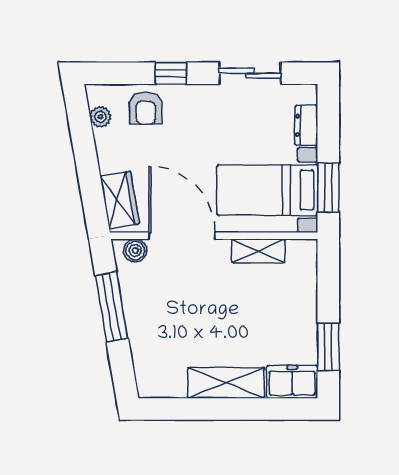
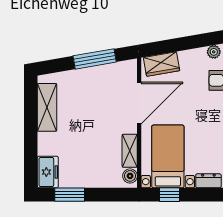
window: (328, 187) -> (169, 195), width x0.67
boiler: (135, 250) -> (130, 176), moved
shelving: (226, 383) -> (47, 107), moved

